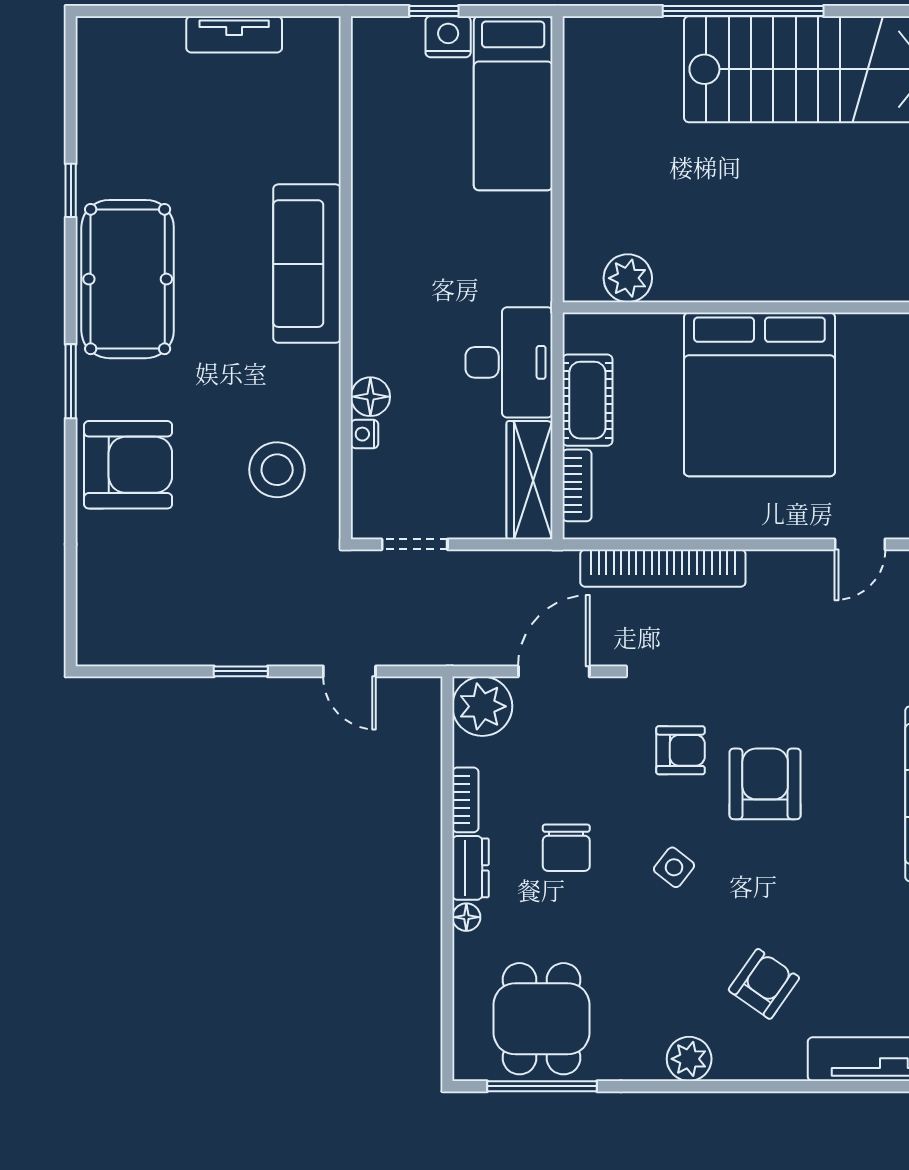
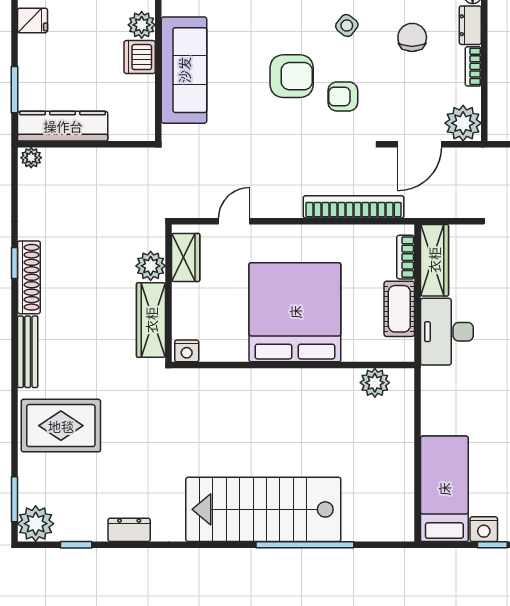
armchair: (765, 784) -> (292, 76), turned -90

